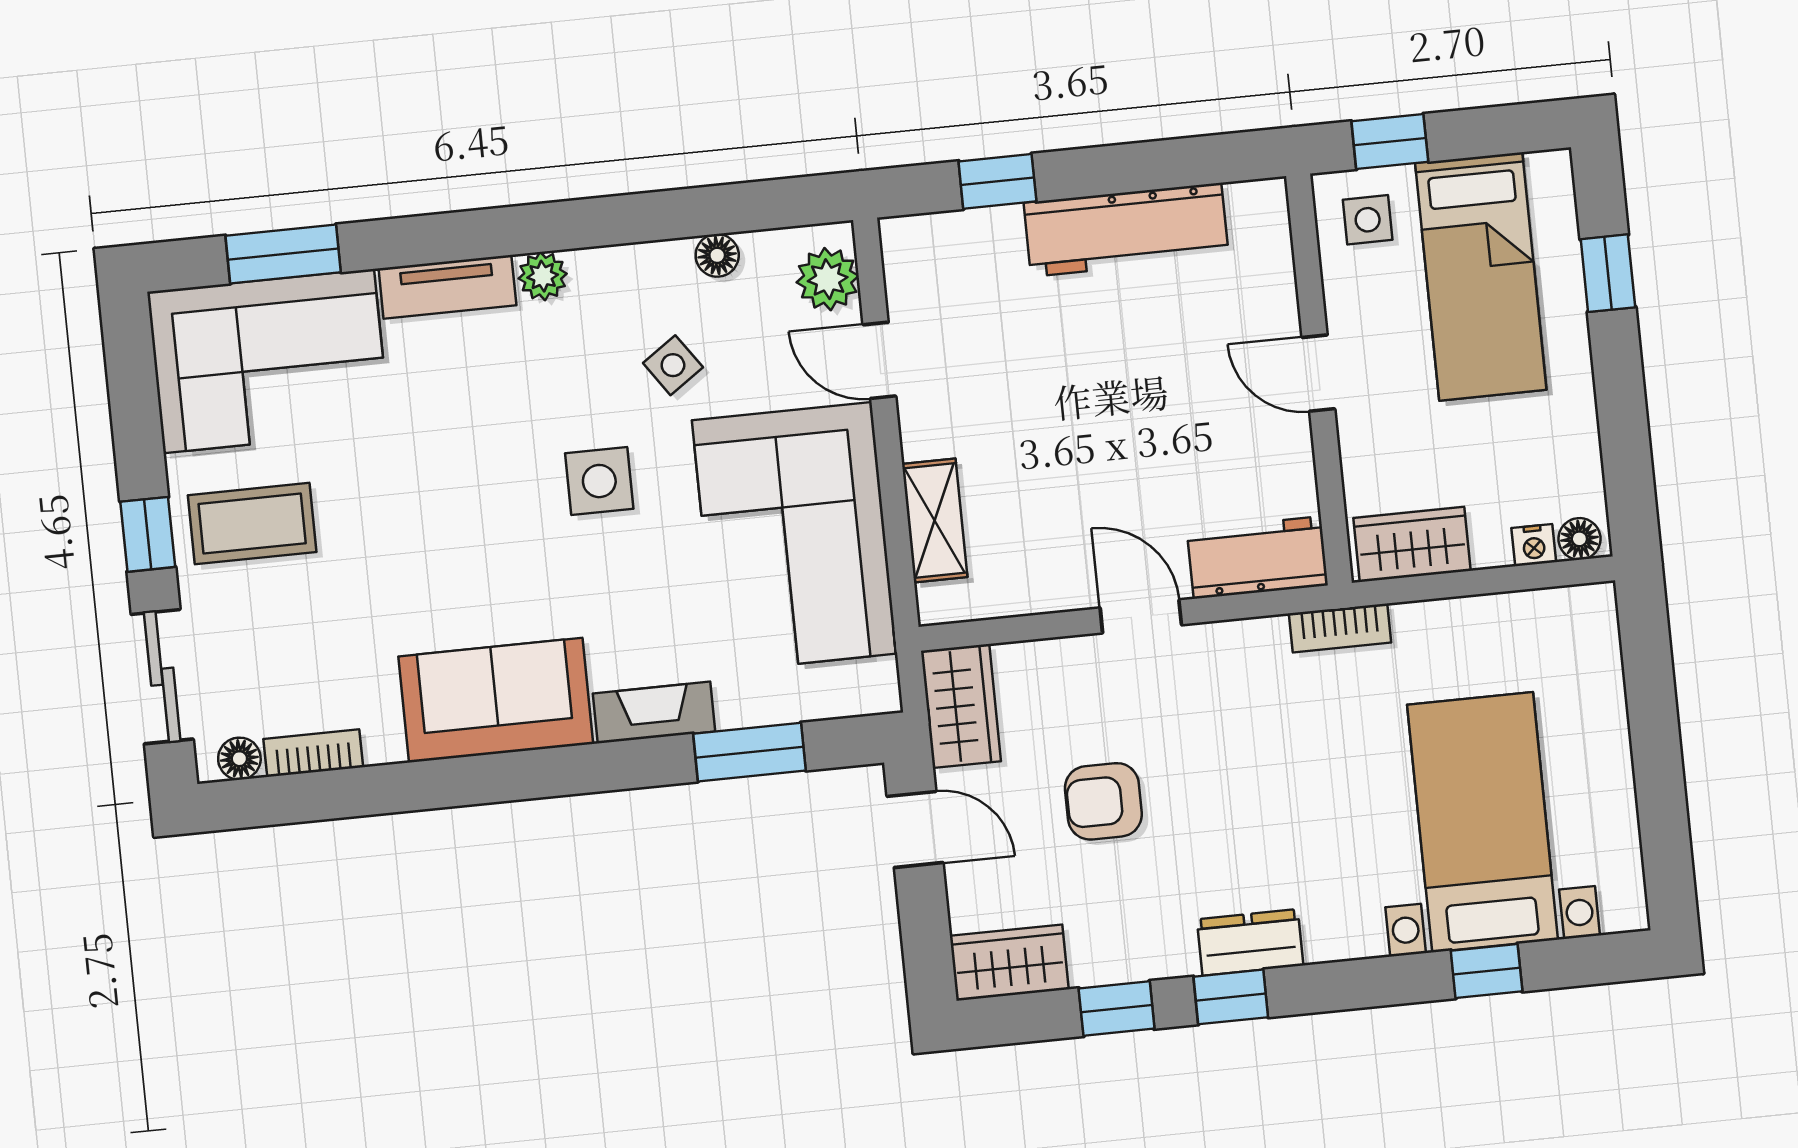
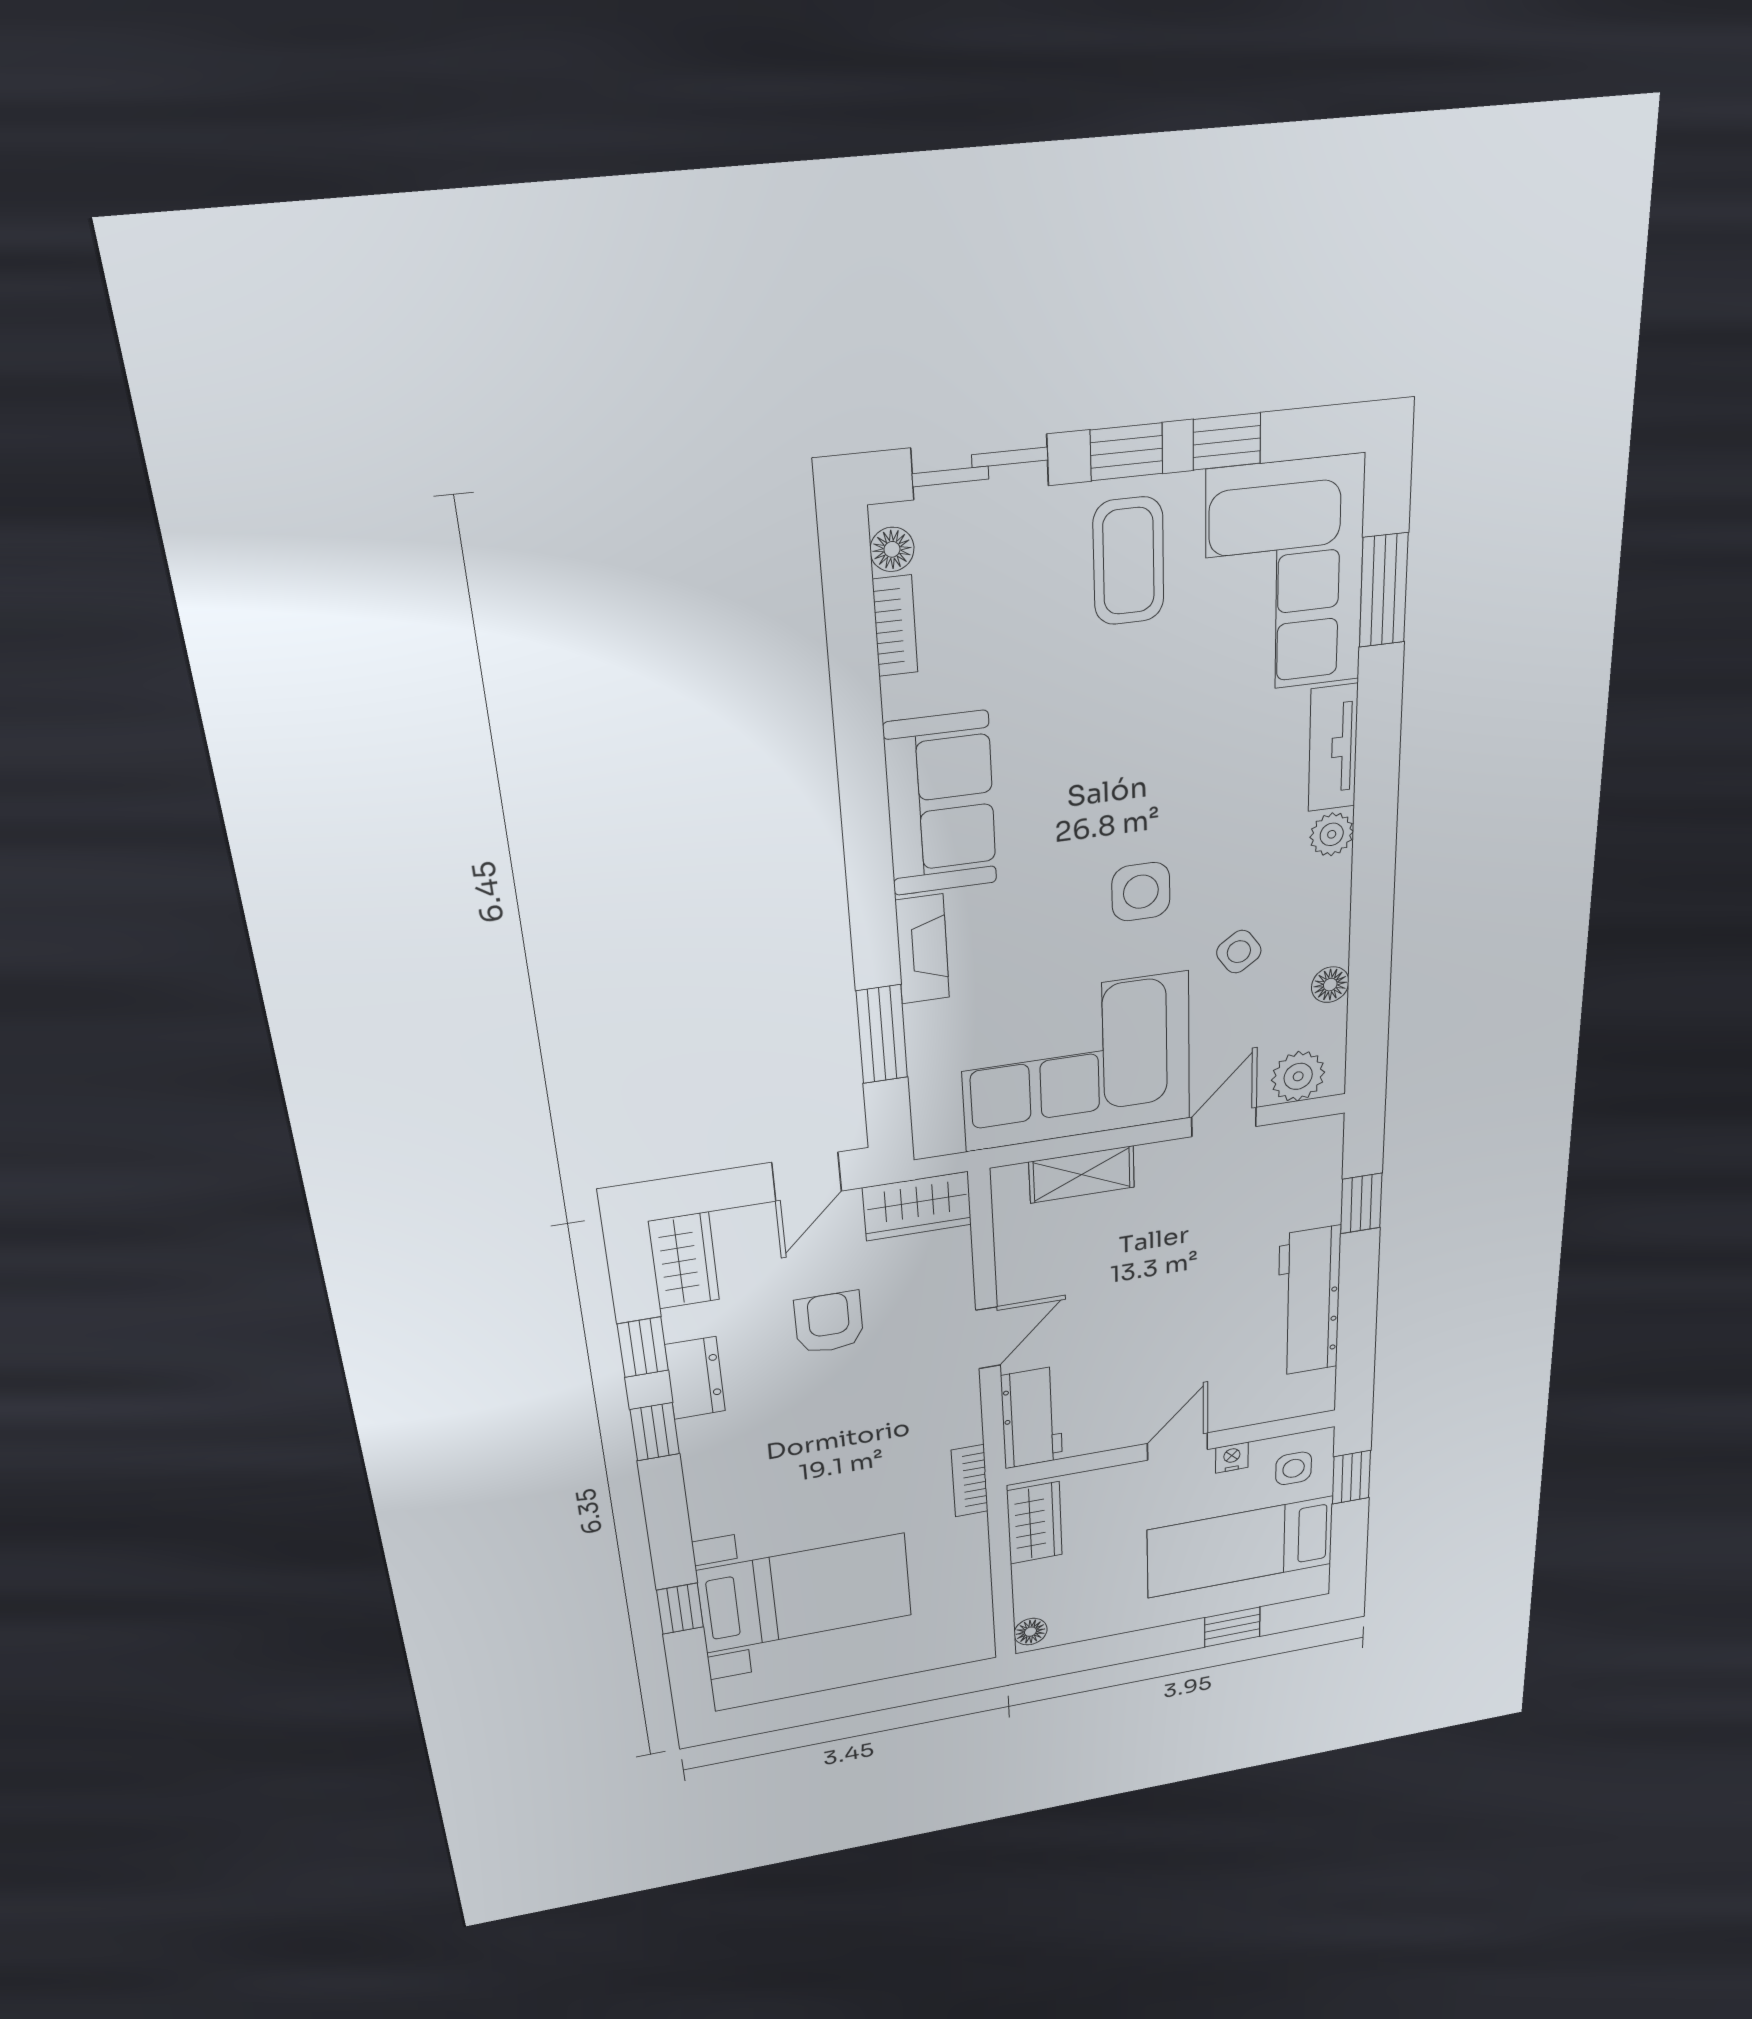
window: (138, 435) -> (1227, 441), added
nightstand: (1534, 545) -> (1232, 1458), moved, turned 90
dresser: (1250, 942) -> (695, 1378), moved

